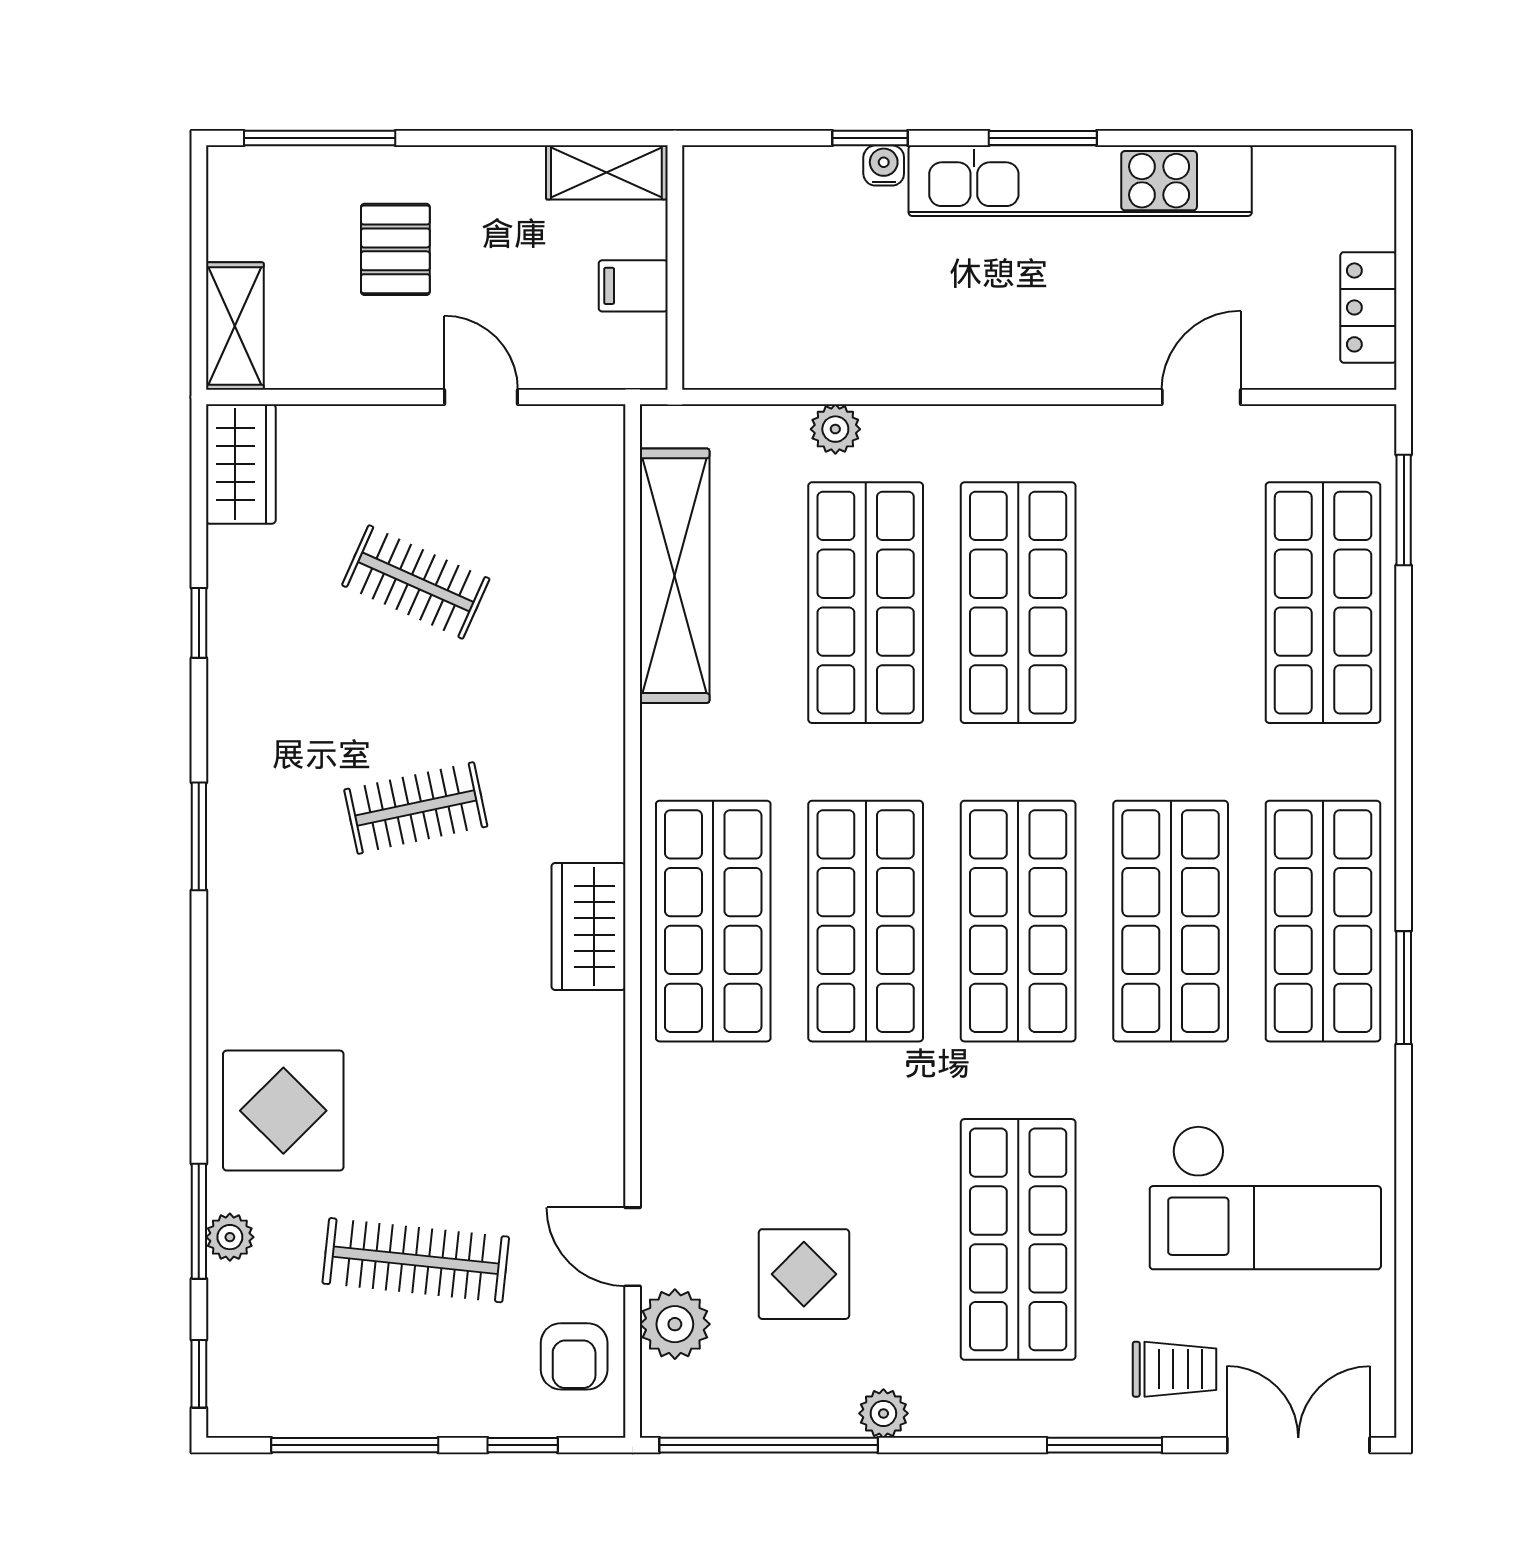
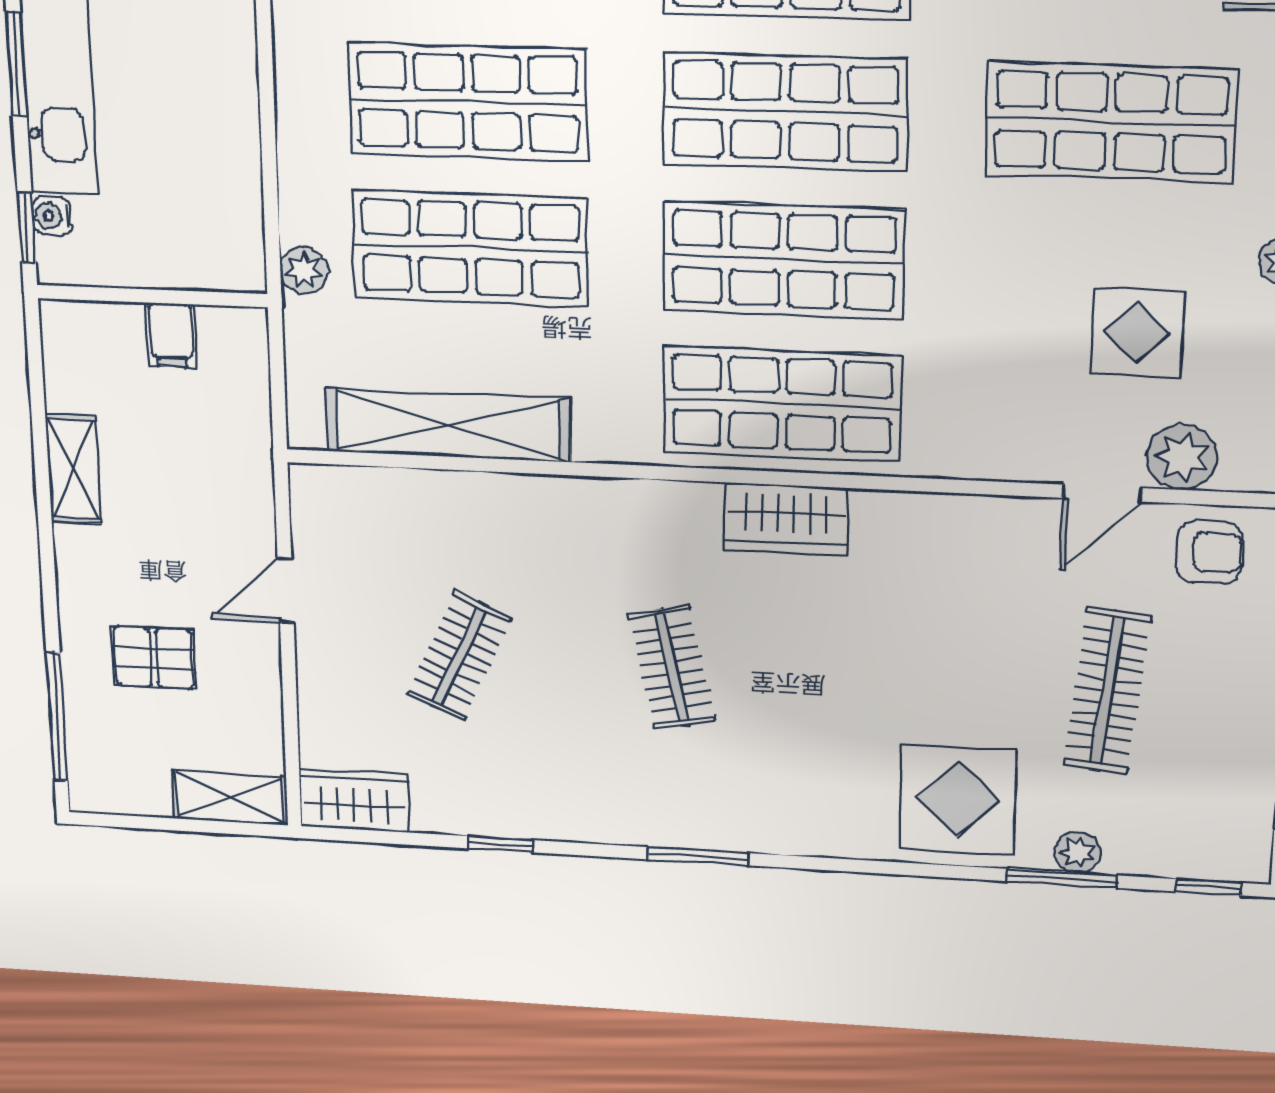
wall: (675, 268) -> (152, 296), moved
filing cabinet: (633, 286) -> (171, 335), moved

